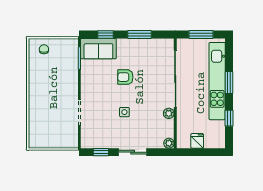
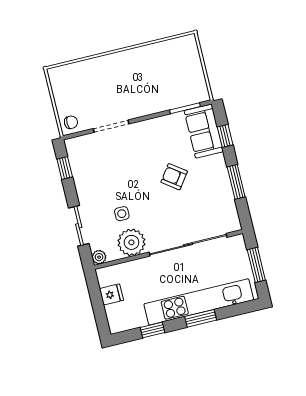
chair: (44, 49) -> (71, 122), moved
armchair: (125, 77) -> (174, 177), turned -54
side table: (124, 112) -> (122, 214), moved
plant: (169, 113) -> (131, 242), width x1.87, depth x1.87
sliding door: (133, 152) -> (79, 226), moved

